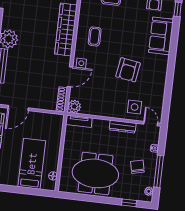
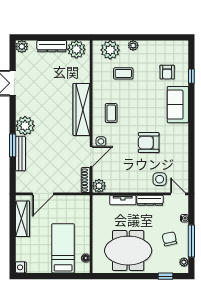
armchair: (128, 70) -> (149, 143), turned 81
tv unit: (79, 121) -> (123, 200), moved

